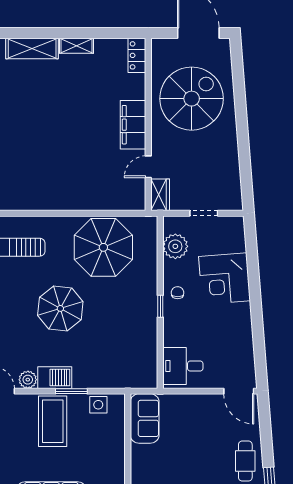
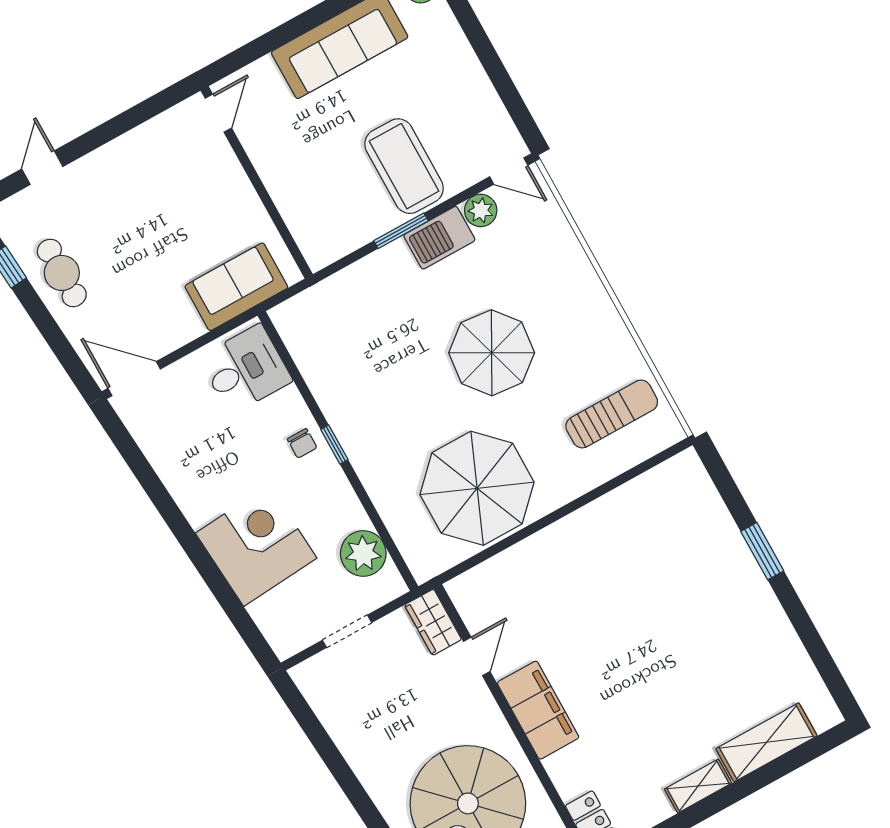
chair: (178, 293) -> (302, 443), moved
side table: (98, 405) -> (346, 233), removed
sofa: (145, 418) -> (236, 287), moved, turned 90

